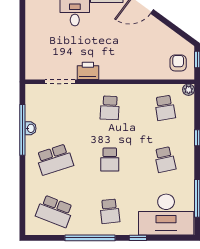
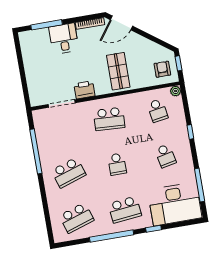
shop shelf: (129, 57) -> (118, 71), added
school desk: (110, 108) -> (109, 119), width x1.85
washbasin: (31, 128) -> (43, 149), removed
school desk: (55, 211) -> (76, 218), turned -39
school desk: (110, 211) -> (125, 210), width x1.85

